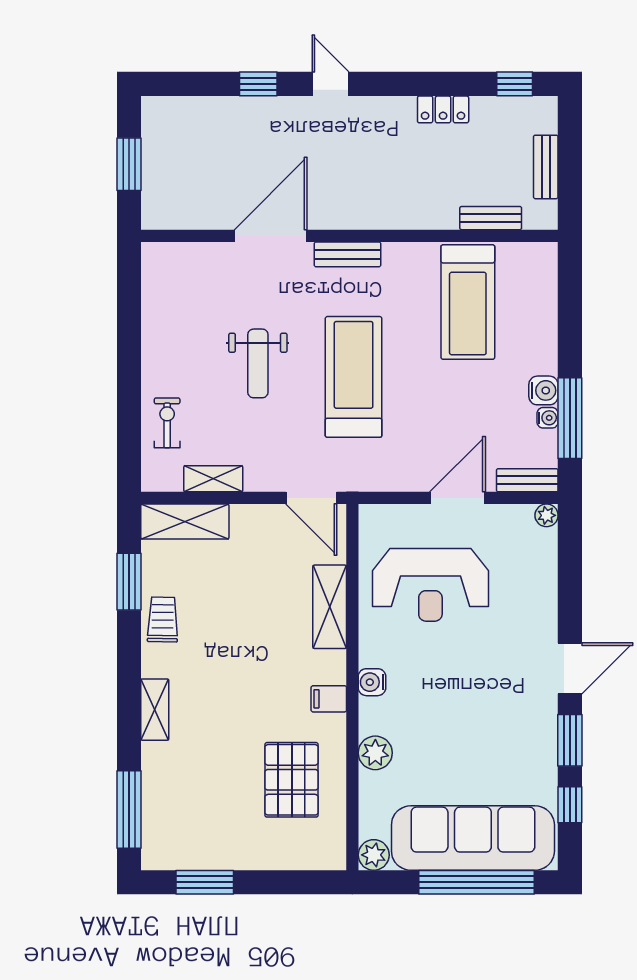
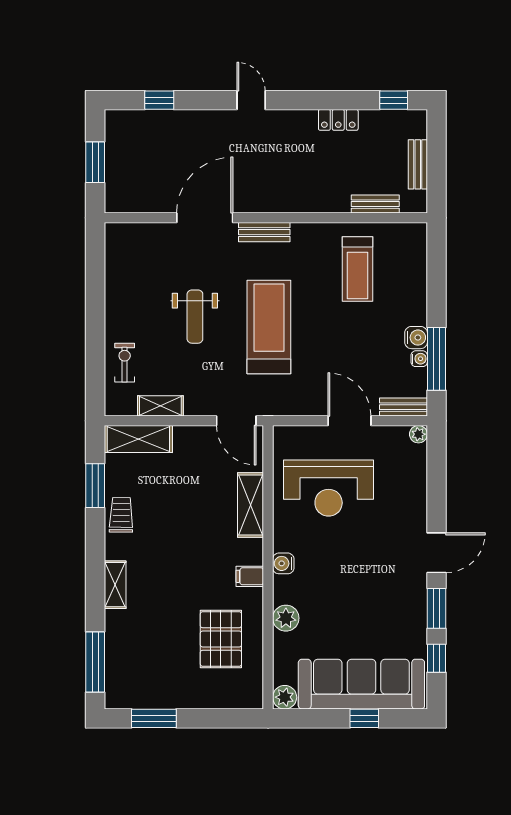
window: (258, 84) -> (159, 100), moved
treadmill: (468, 302) -> (358, 269), width x0.73, depth x0.73
door: (457, 498) -> (349, 421), hinge flipped
window: (477, 882) -> (364, 718), width x0.32

